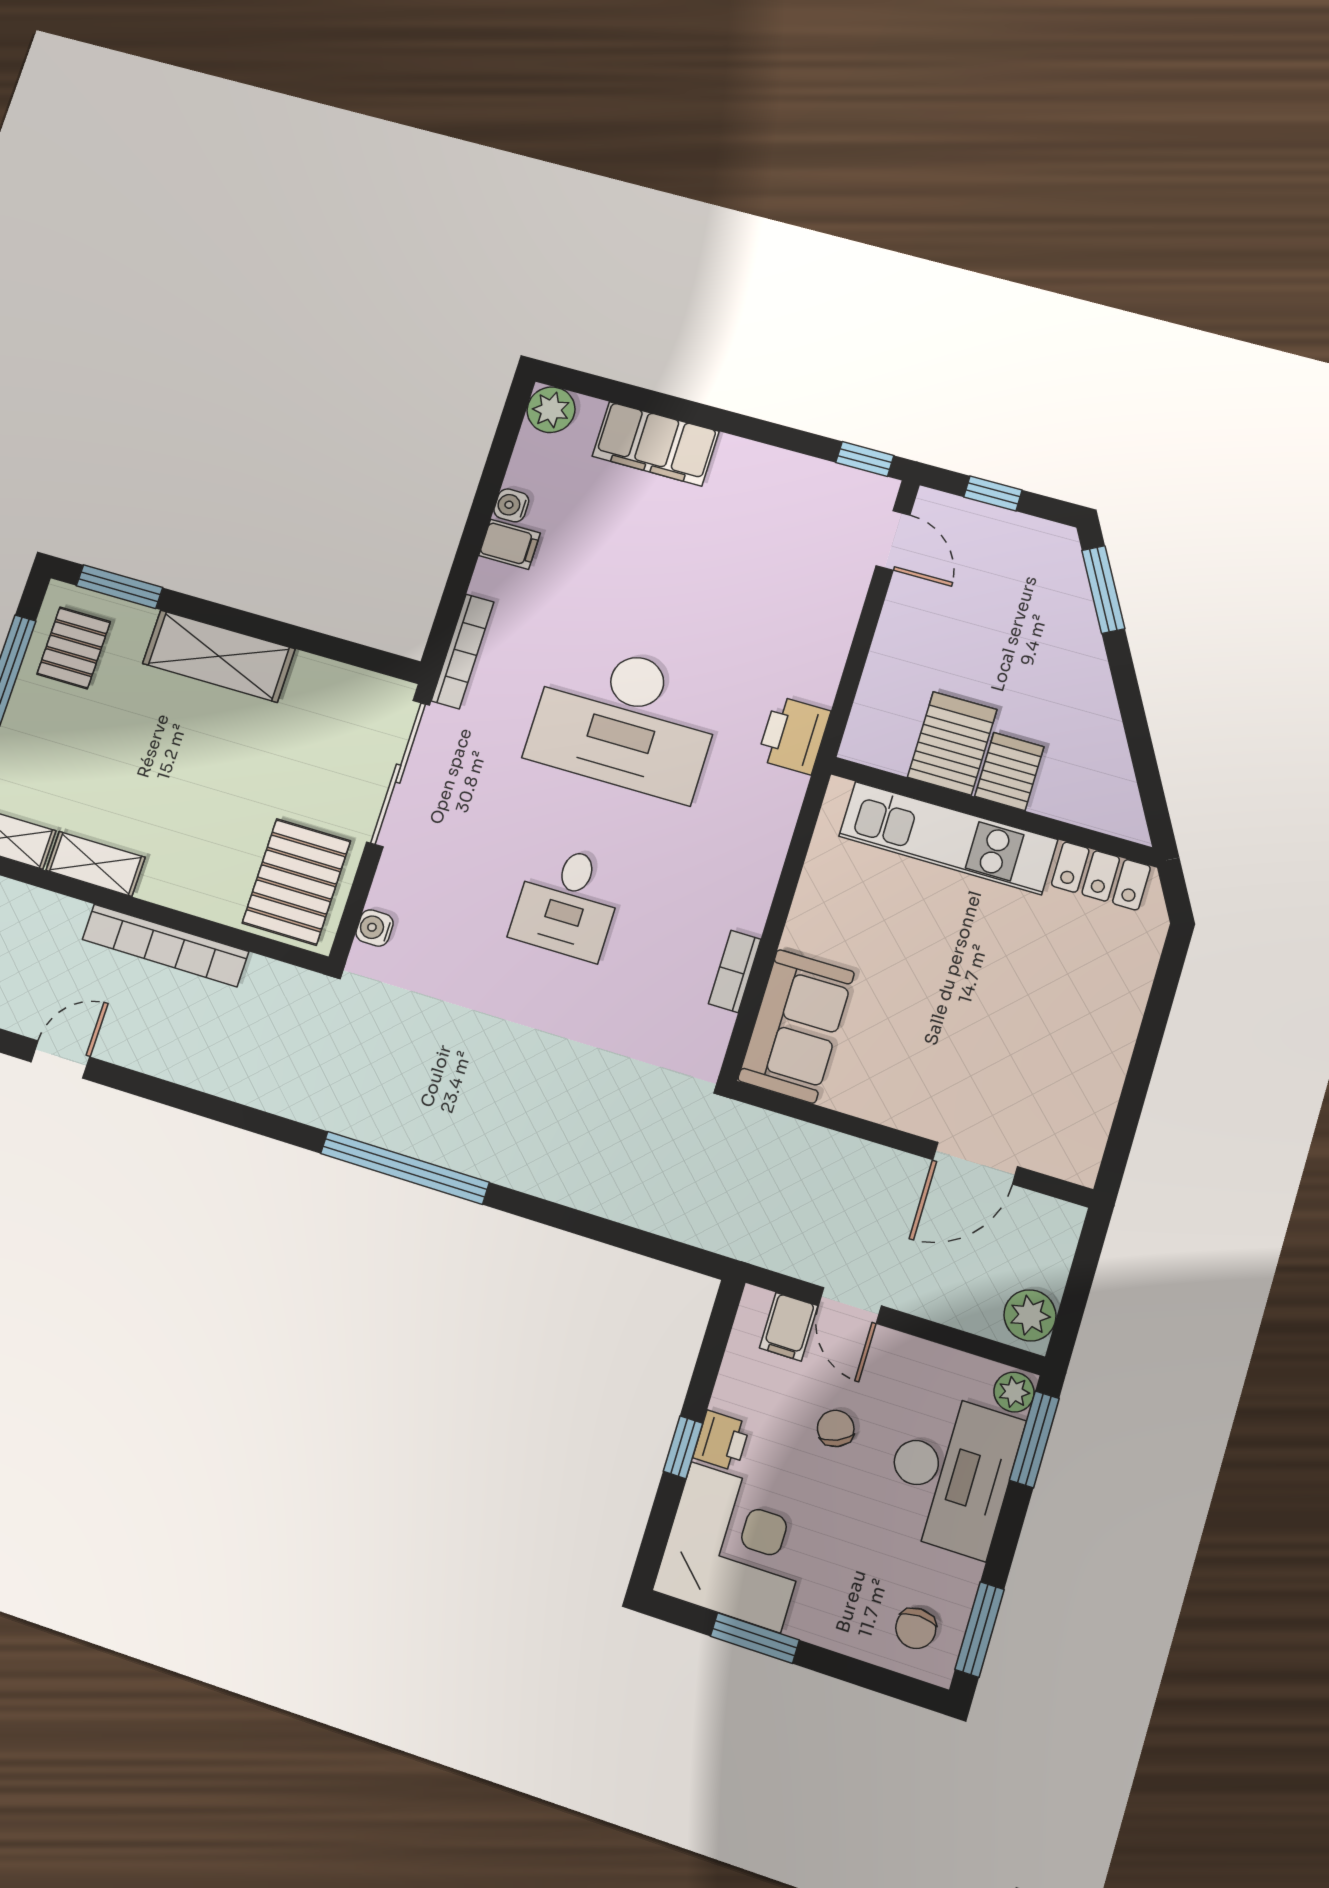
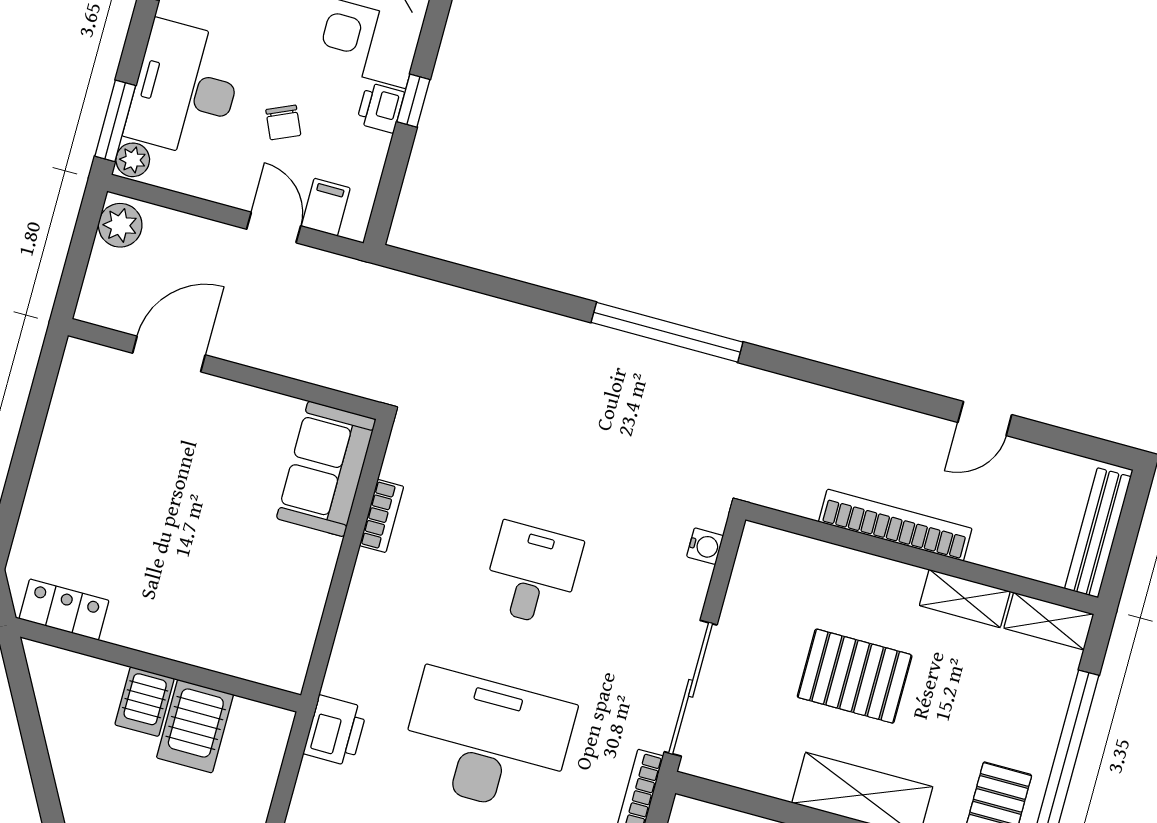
kitchen unit: (948, 838) -> (197, 640), removed
pallet: (296, 882) -> (855, 676), moved, turned 90

